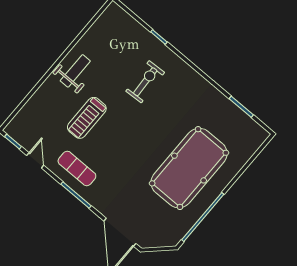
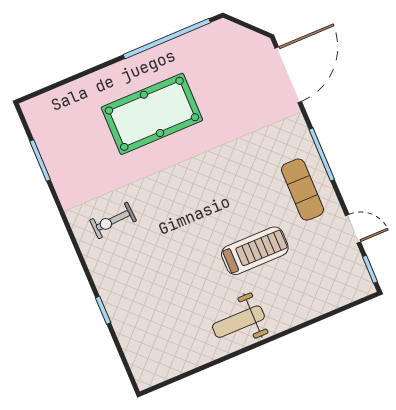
exercise bike: (145, 82) -> (113, 220), moved, width x0.73, depth x0.72
door: (35, 160) -> (353, 229), swing flipped
pool table: (189, 168) -> (152, 114), width x0.73, depth x0.76

